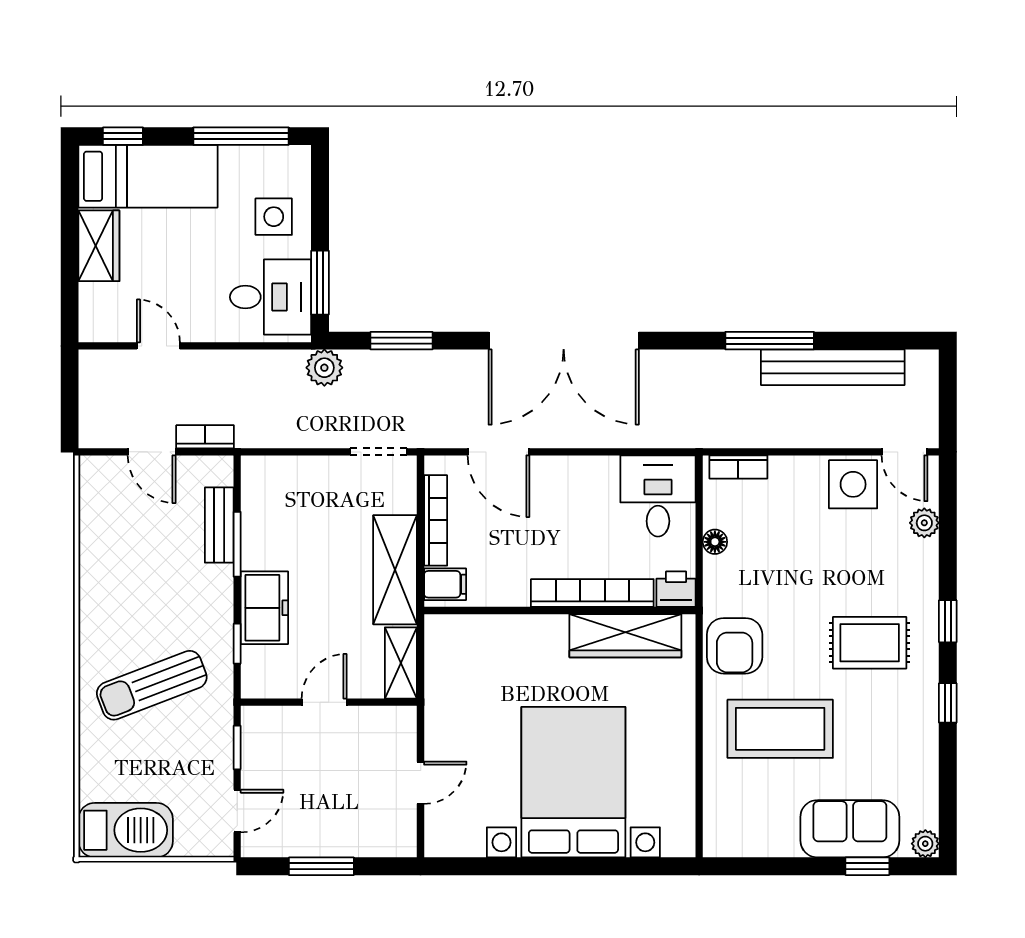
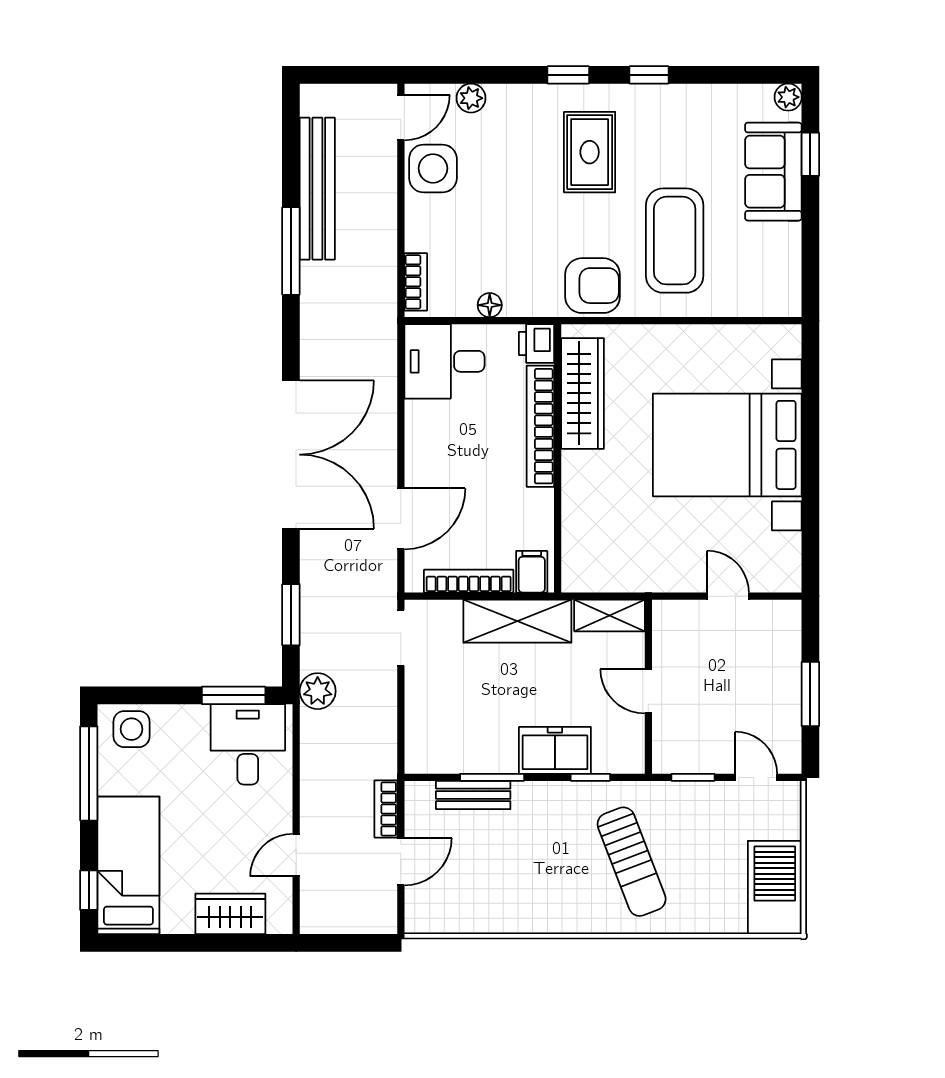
side table: (274, 217) -> (132, 729), moved
wardrobe: (99, 246) -> (230, 914), moved

